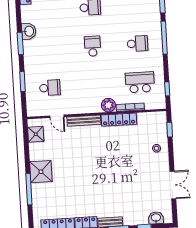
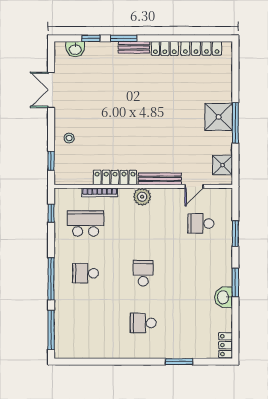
school desk: (93, 46) -> (143, 273), turned 180
school desk: (140, 82) -> (86, 223), turned 180
plant: (108, 105) -> (142, 197), moved
door: (57, 116) -> (194, 186), swing flipped
window: (29, 189) -> (235, 123), moved

